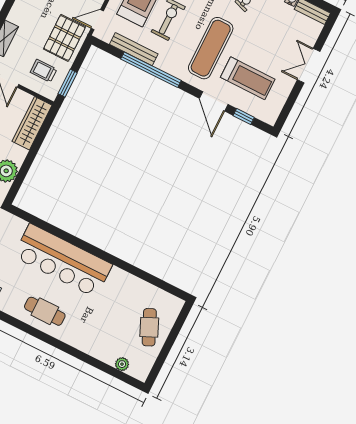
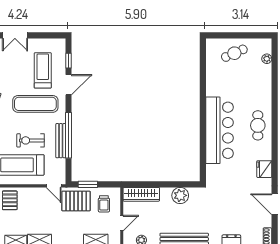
bench: (134, 49) -> (61, 141), moved
window: (68, 83) -> (88, 184), moved

